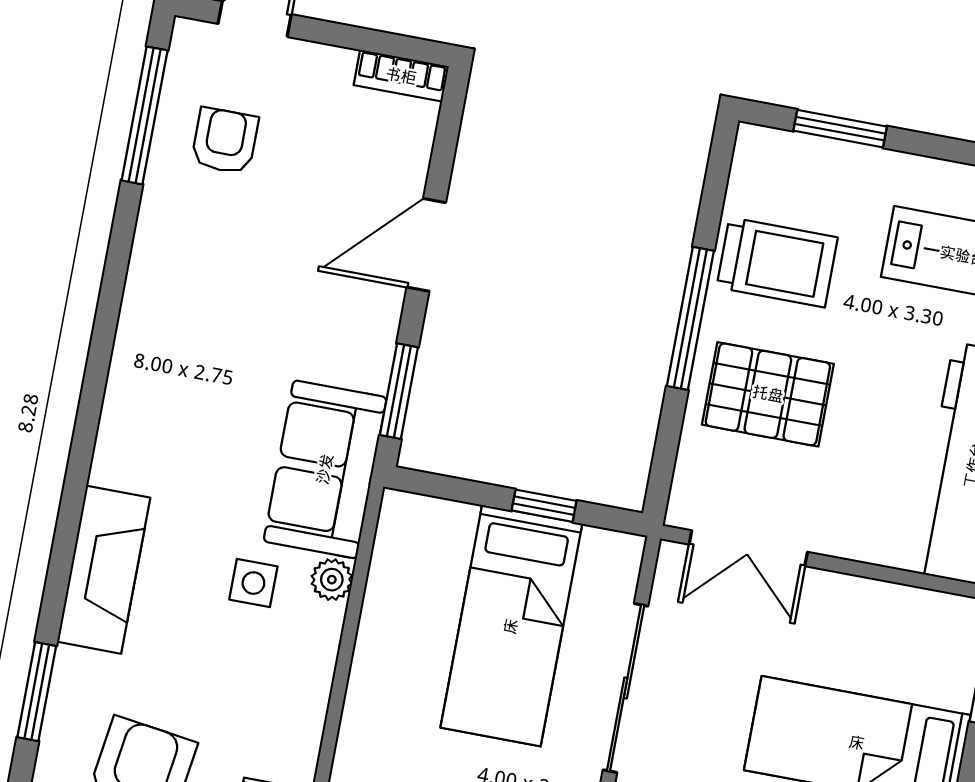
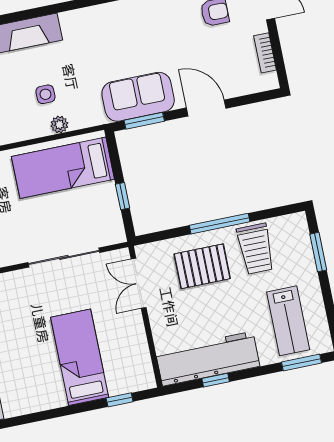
bookcase: (401, 76) -> (265, 53), moved
pallet: (768, 394) -> (202, 266), turned 90
sofa: (325, 469) -> (138, 97), moved
bed: (511, 626) -> (63, 168), moved

